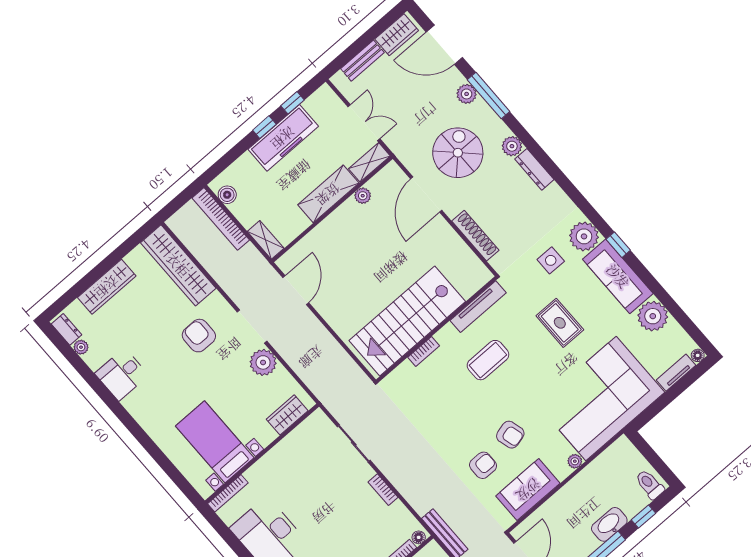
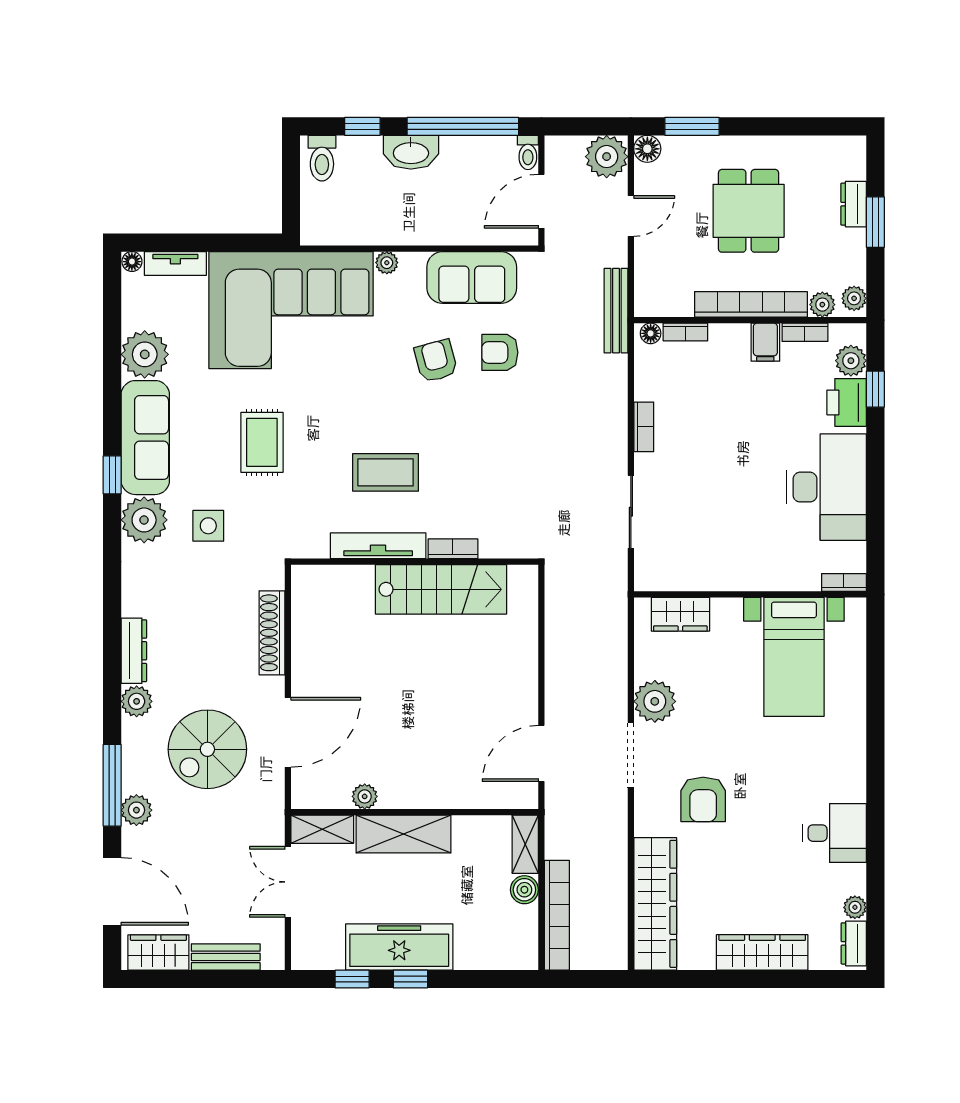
boiler: (227, 195) -> (524, 890), moved
tv unit: (478, 307) -> (378, 546), moved
stairs: (407, 321) -> (441, 589), width x0.73, depth x0.66
bookcase: (228, 493) -> (844, 582), width x0.64

